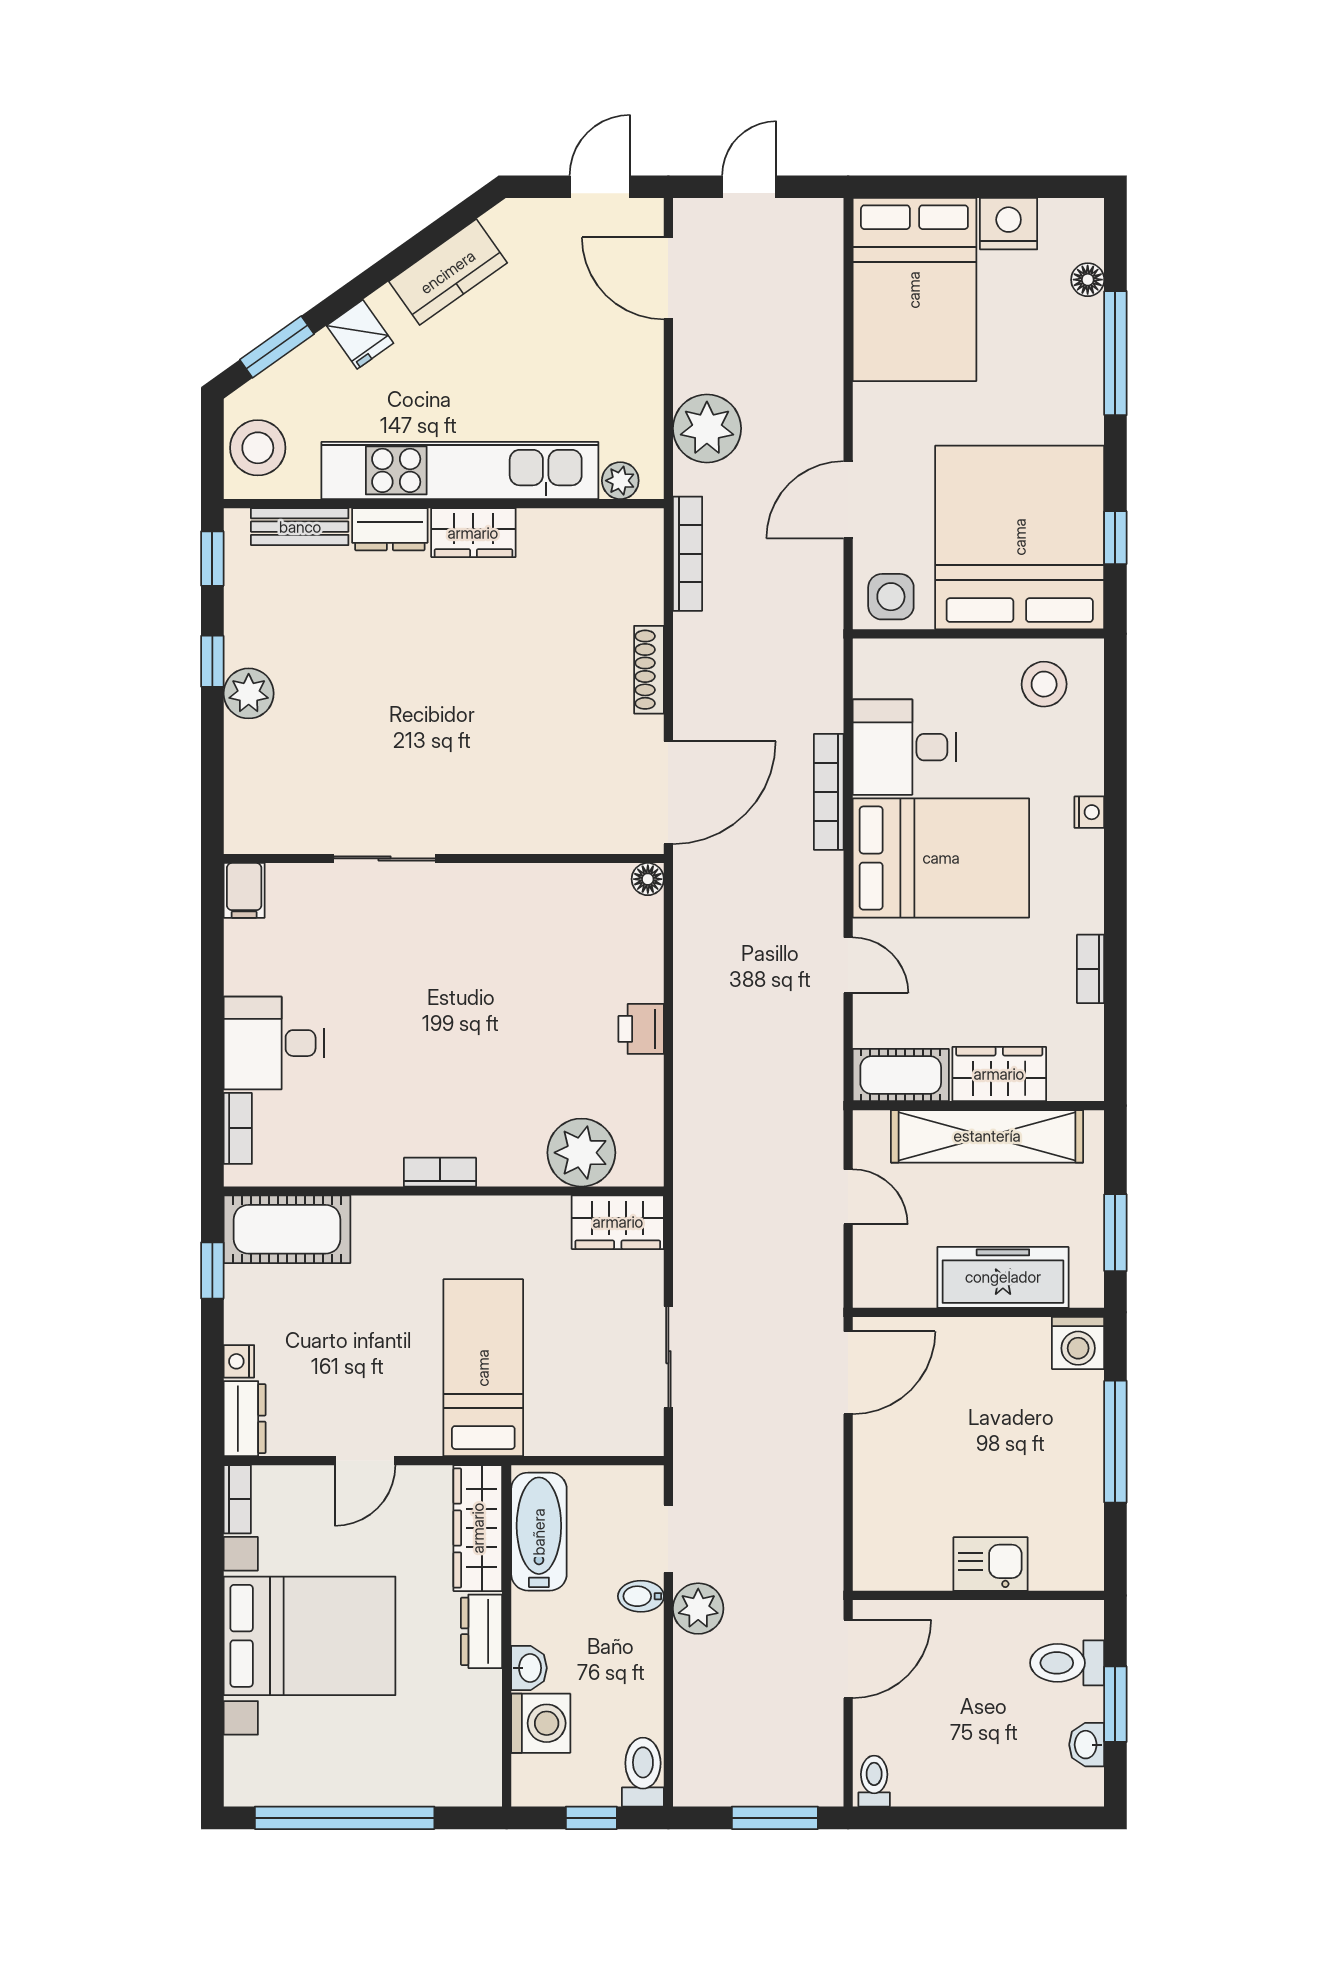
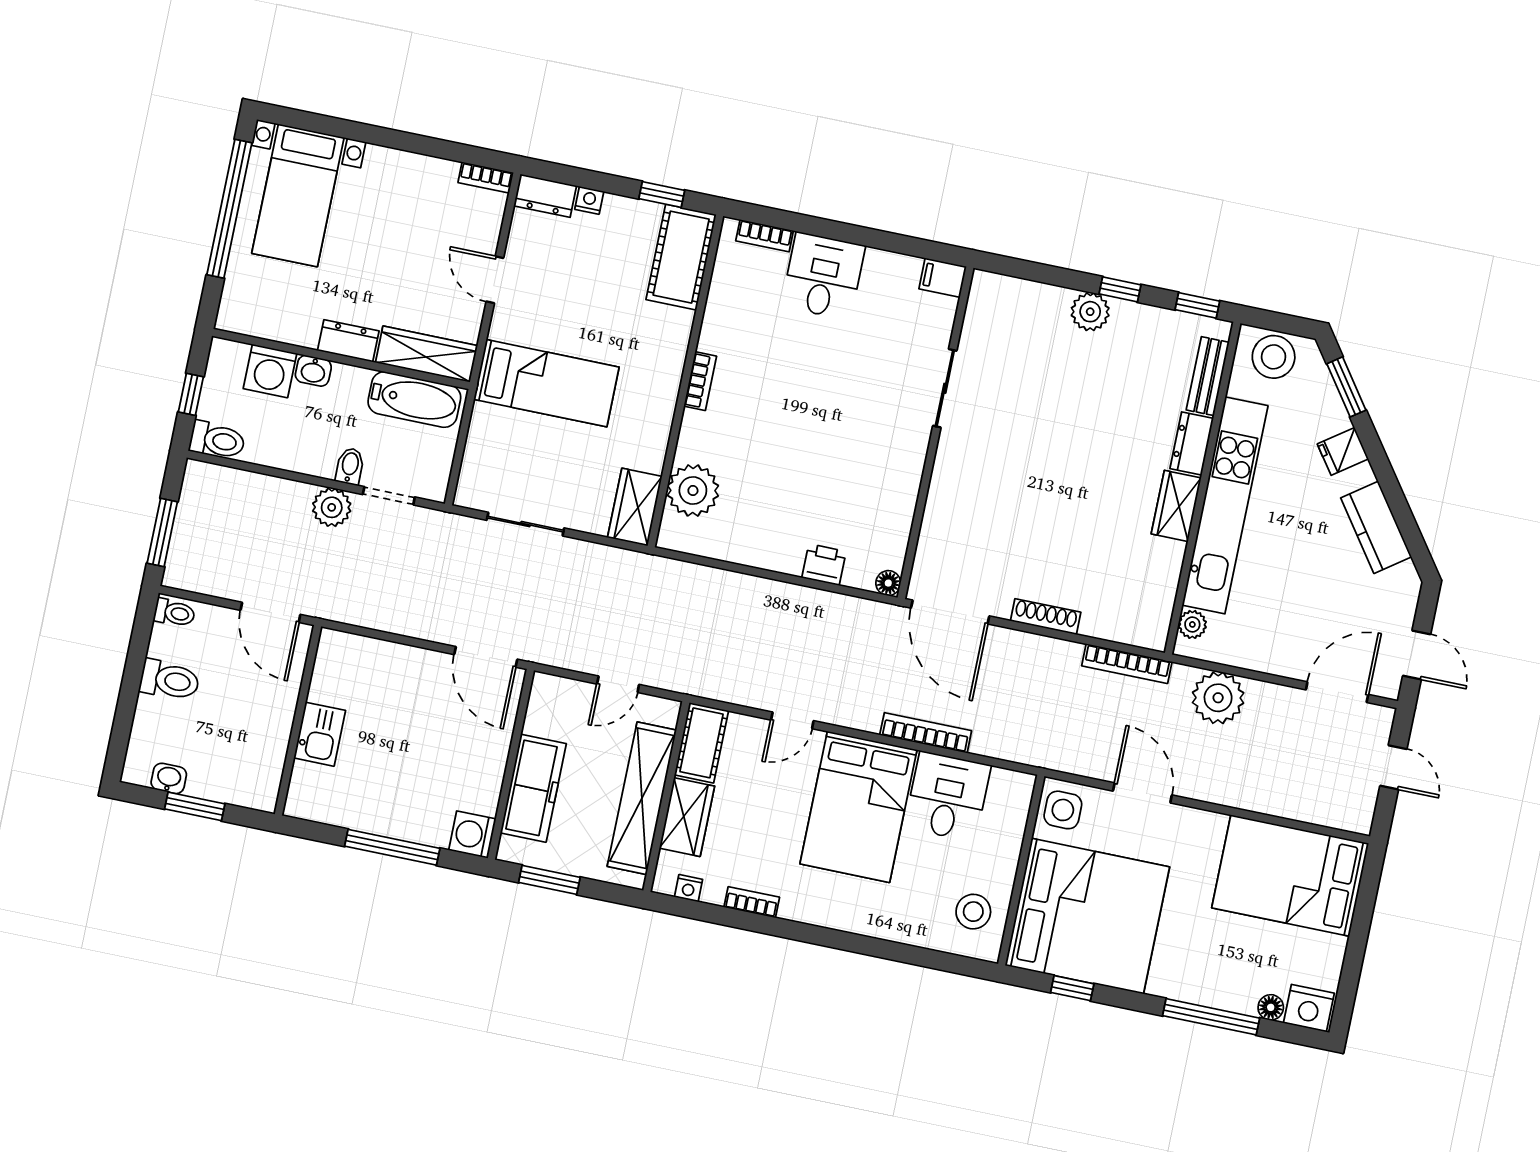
nightstand: (1009, 224) -> (1309, 1008), moved, turned 90
nightstand: (1089, 812) -> (688, 888), moved
printer: (641, 1029) -> (824, 565), moved
bed with nightstands: (309, 1636) -> (298, 195), moved, width x0.73
toilet: (1067, 1663) -> (170, 680), moved, turned 90

